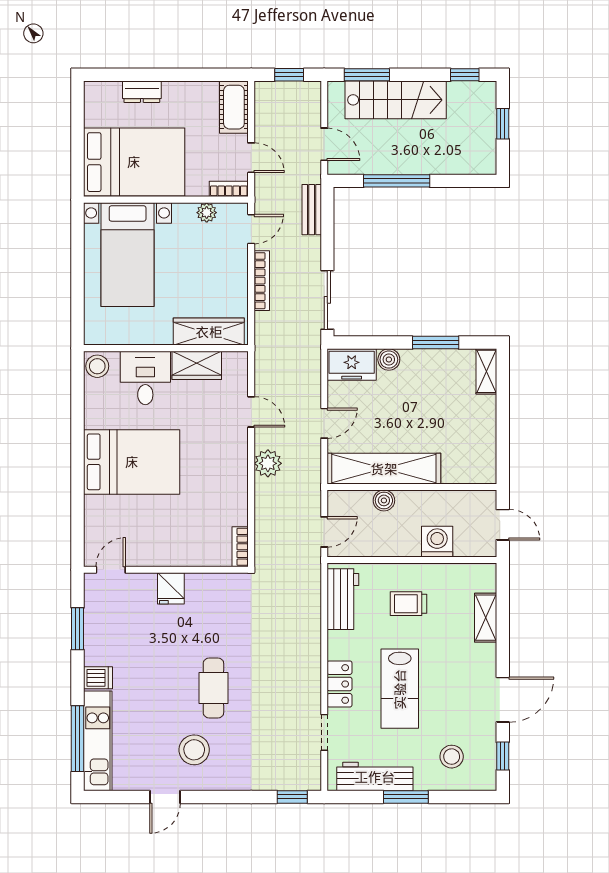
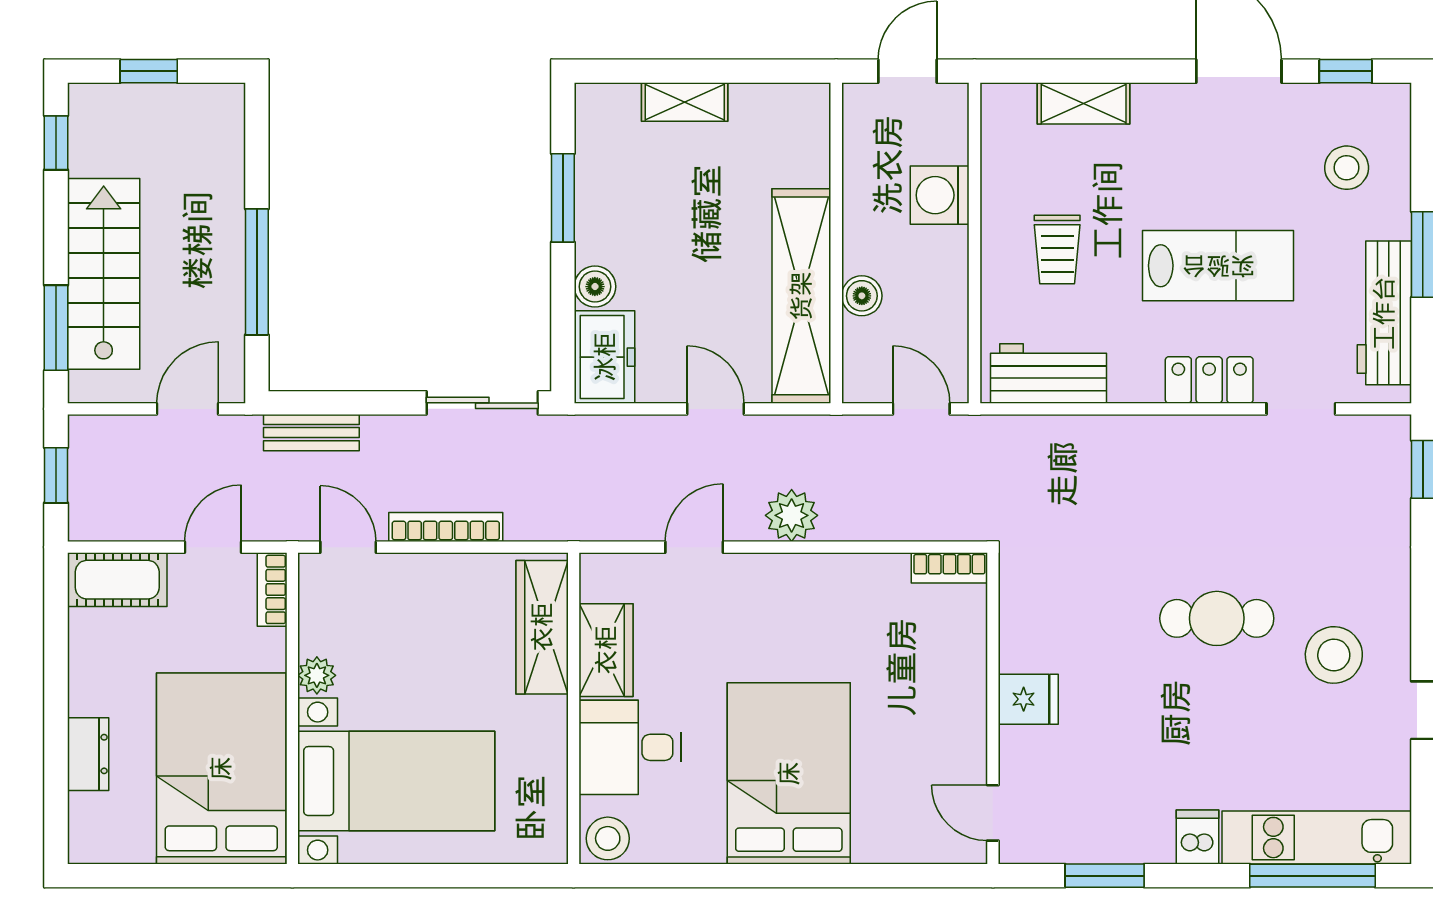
plant: (207, 213) -> (317, 675), moved
shelving: (486, 371) -> (685, 102), moved

